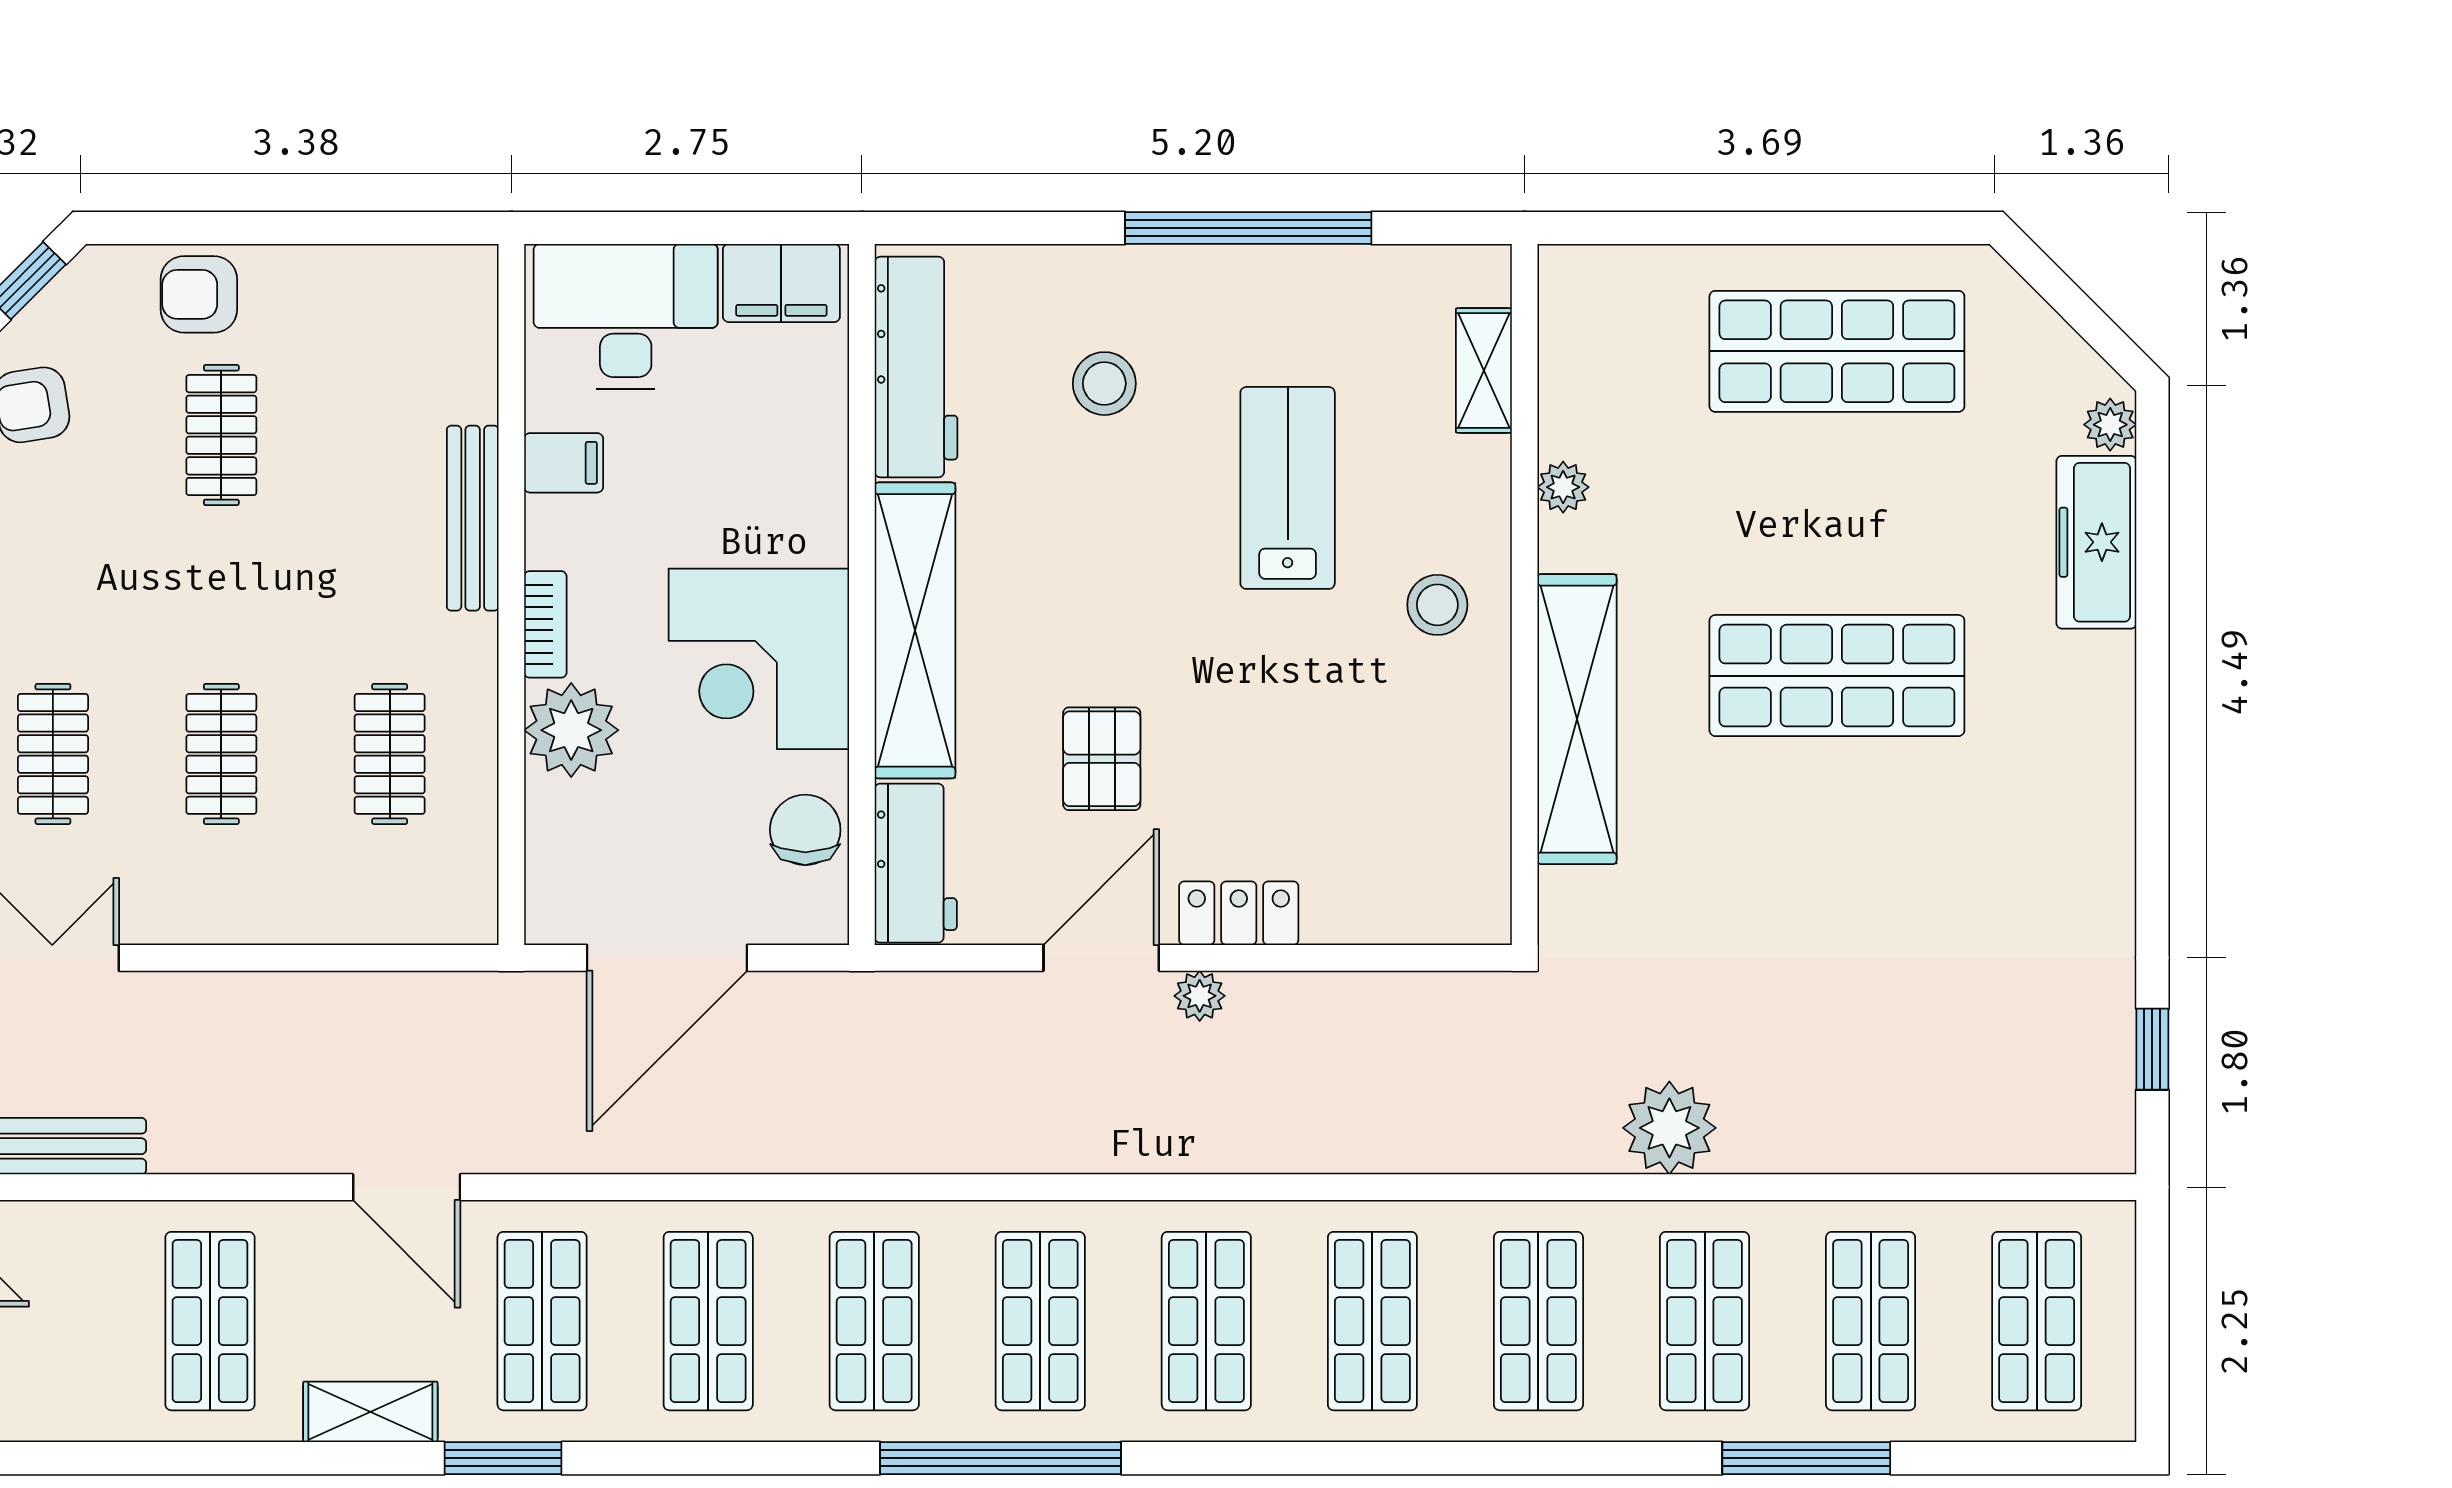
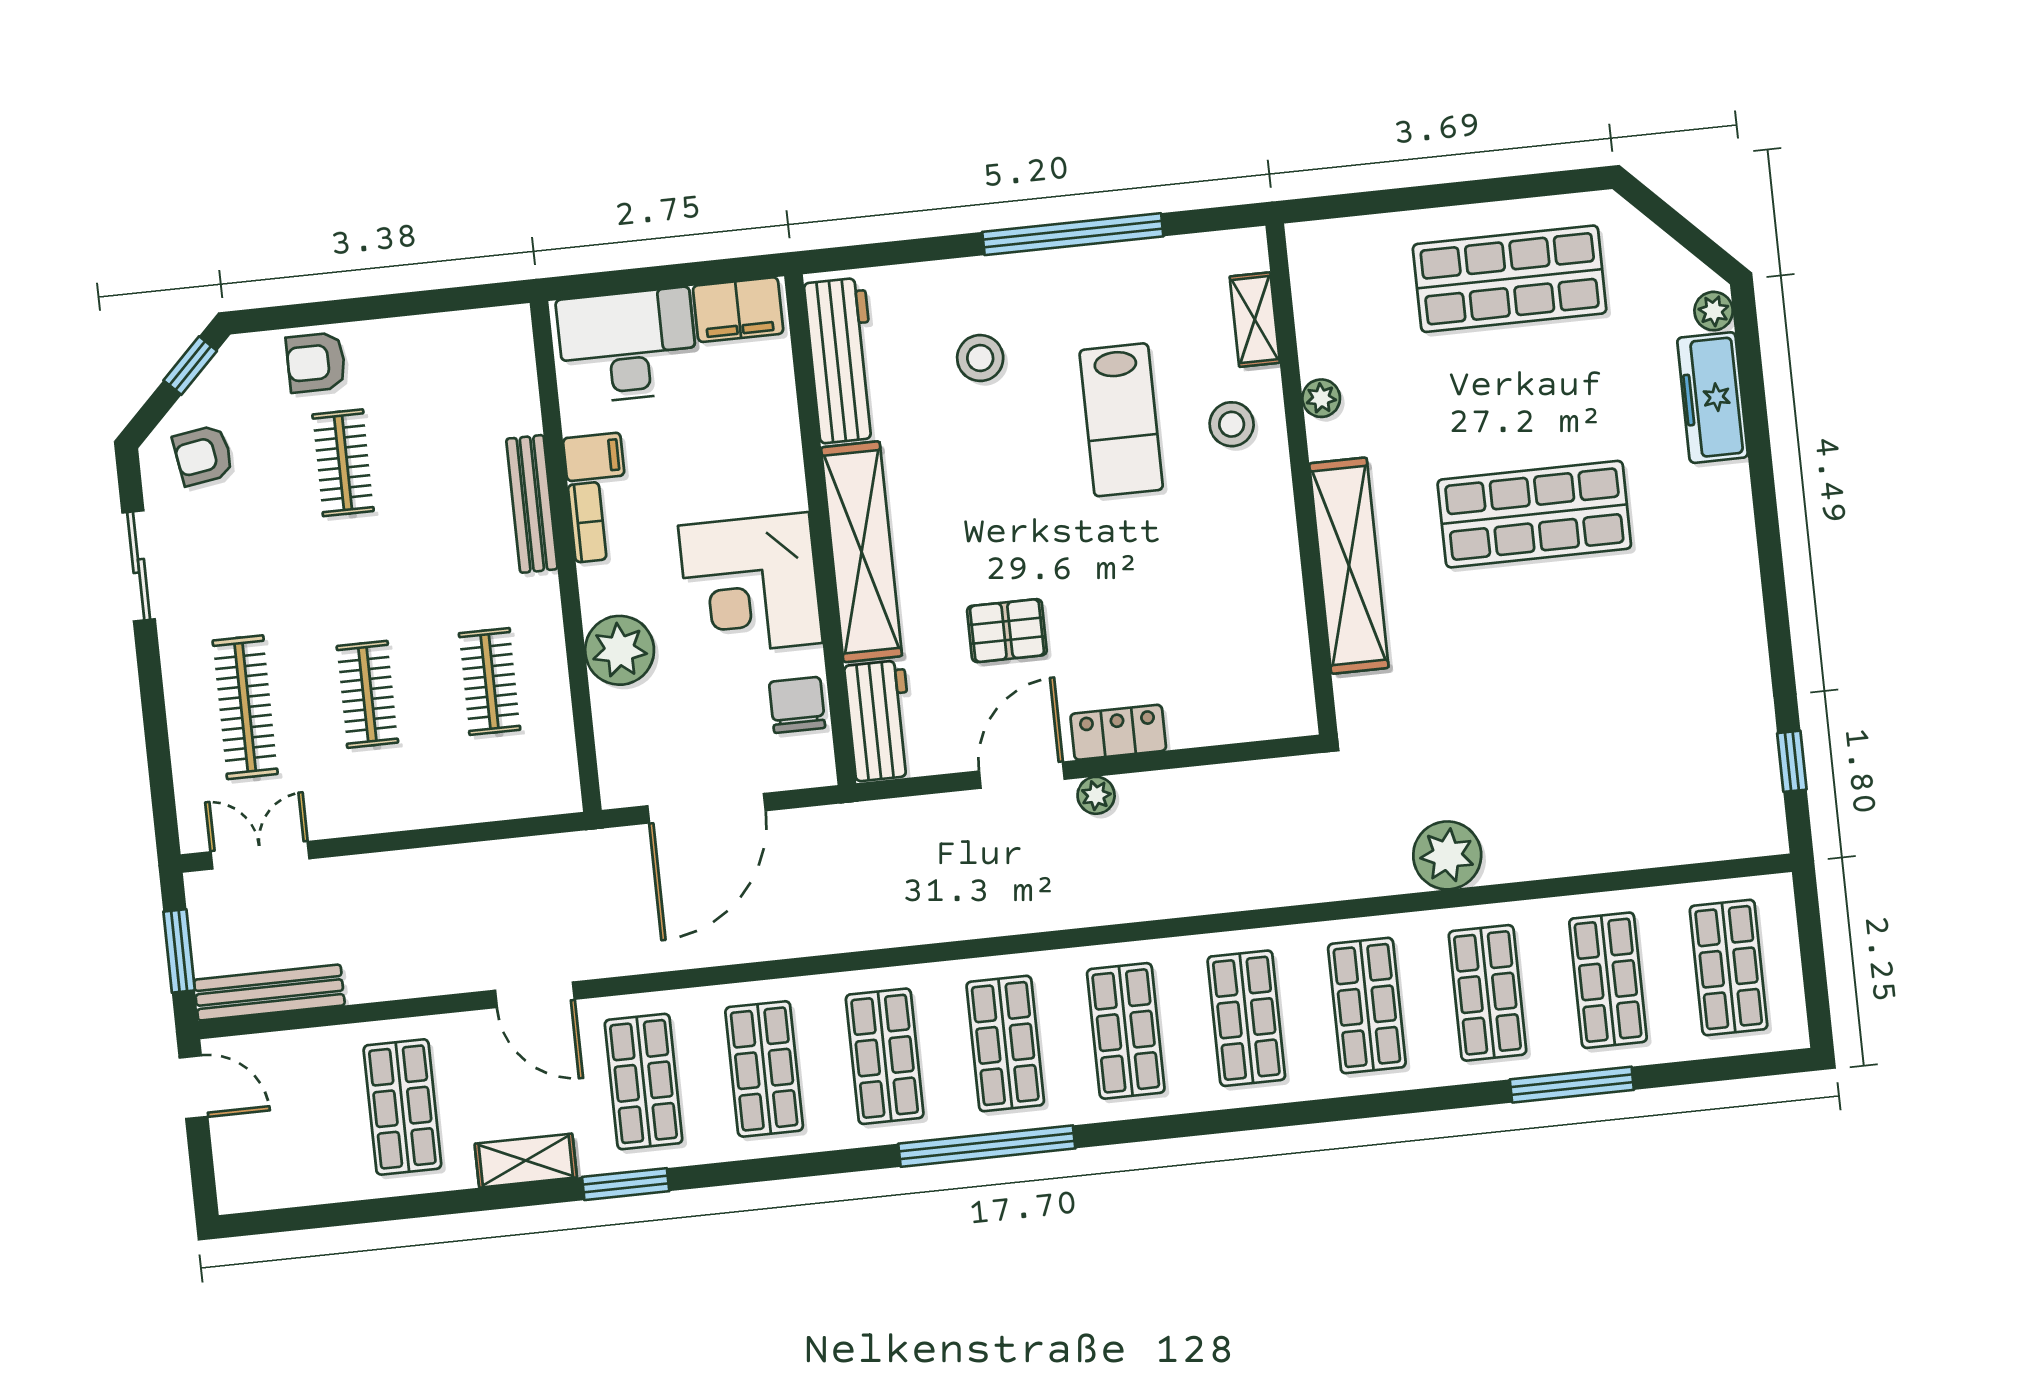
lab bench: (1288, 488) -> (1121, 420), turned 180
stool: (1437, 605) -> (1232, 424), moved
bookcase: (545, 624) -> (587, 522), moved
clothes rail: (53, 754) -> (245, 707), width x1.36
pallet: (1102, 759) -> (1007, 631), turned 90

